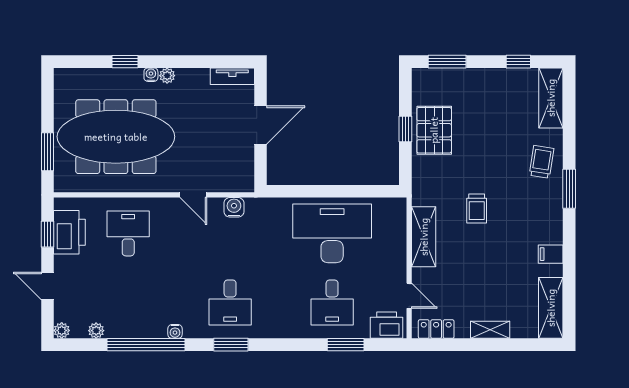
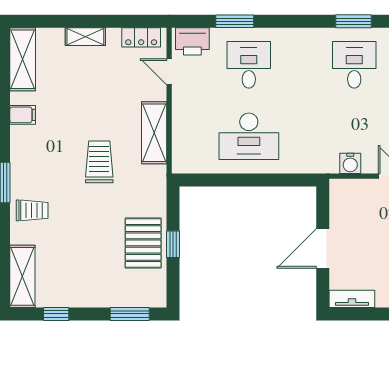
trolley: (542, 162) -> (32, 210), turned -99
trolley: (477, 209) -> (99, 162), width x1.36, depth x1.39
desk: (332, 233) -> (249, 136), width x0.73, depth x0.77

